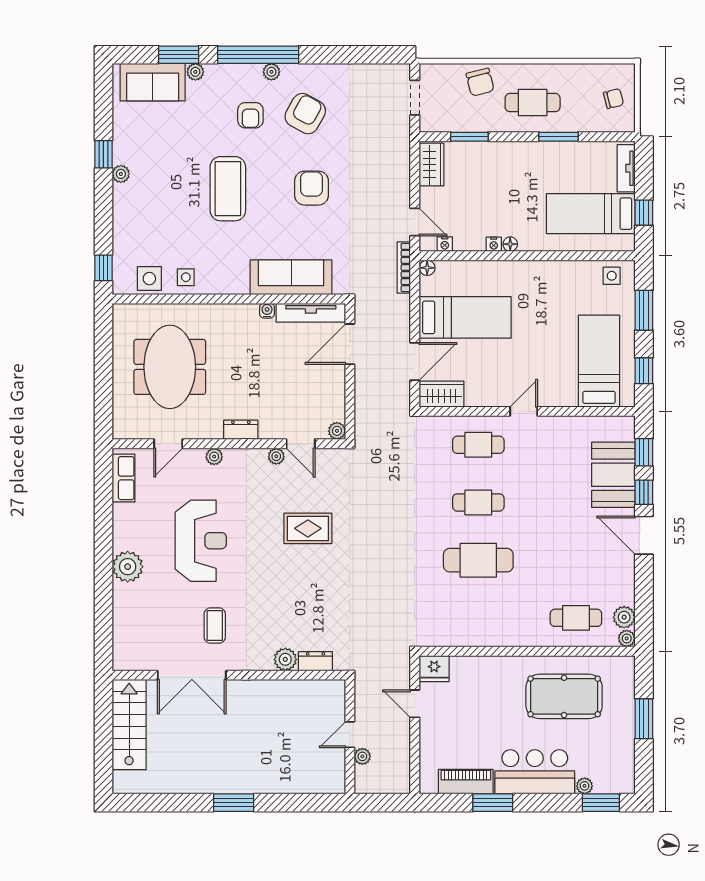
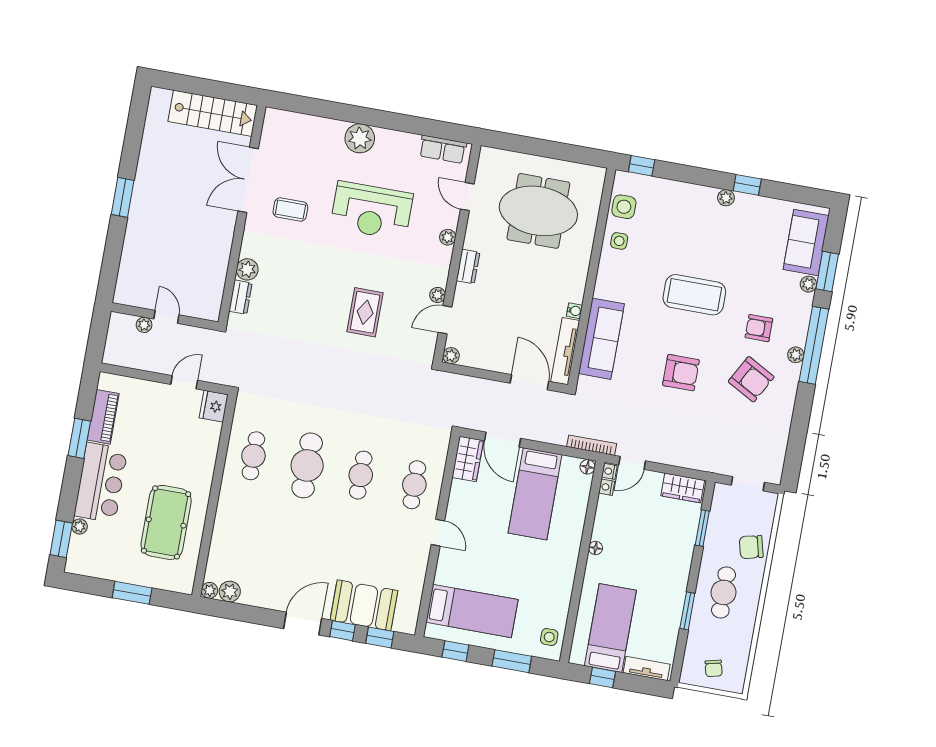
nightstand: (494, 244) -> (609, 471), moved
cafe table: (576, 618) -> (253, 456), moved

